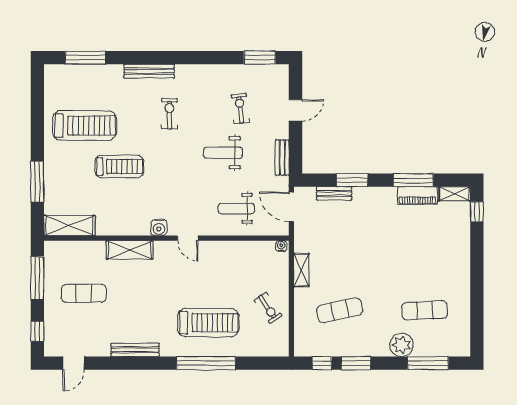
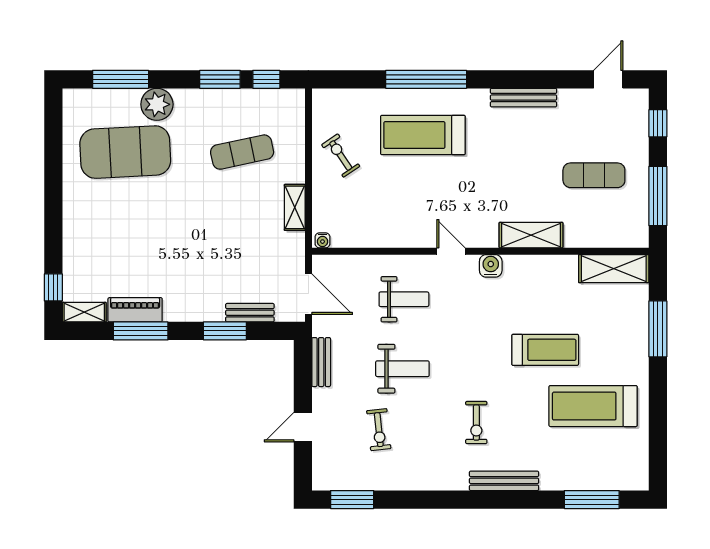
treadmill: (119, 166) -> (545, 350), turned 180
weight bench: (236, 208) -> (404, 299), moved
exercise mat: (425, 310) -> (125, 152), width x2.00, depth x1.45

